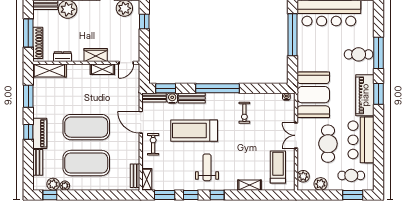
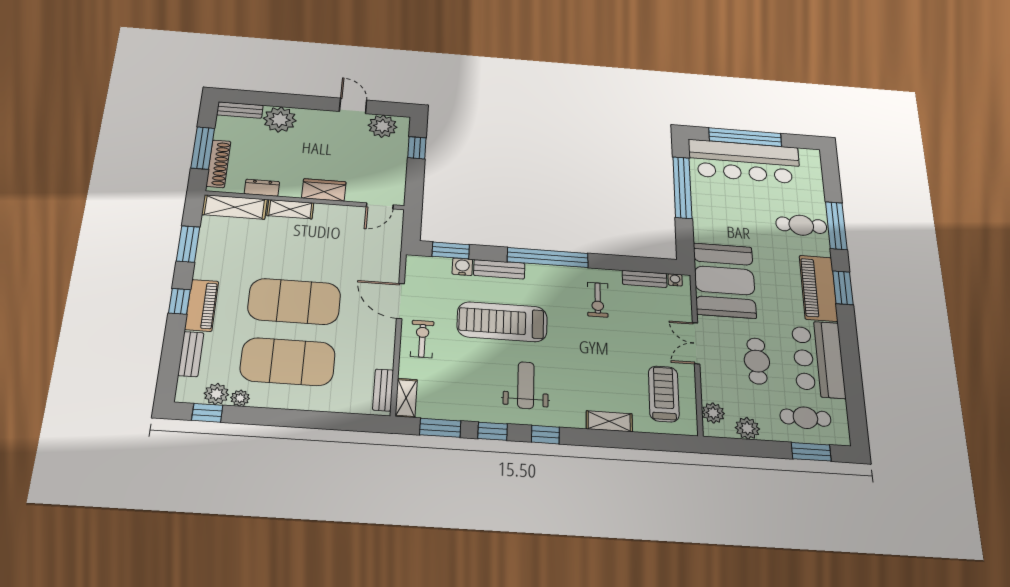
shelving: (102, 69) -> (290, 209), moved
bench: (154, 97) -> (645, 279), moved
cafe table: (328, 144) -> (757, 361), width x0.73, depth x0.74

